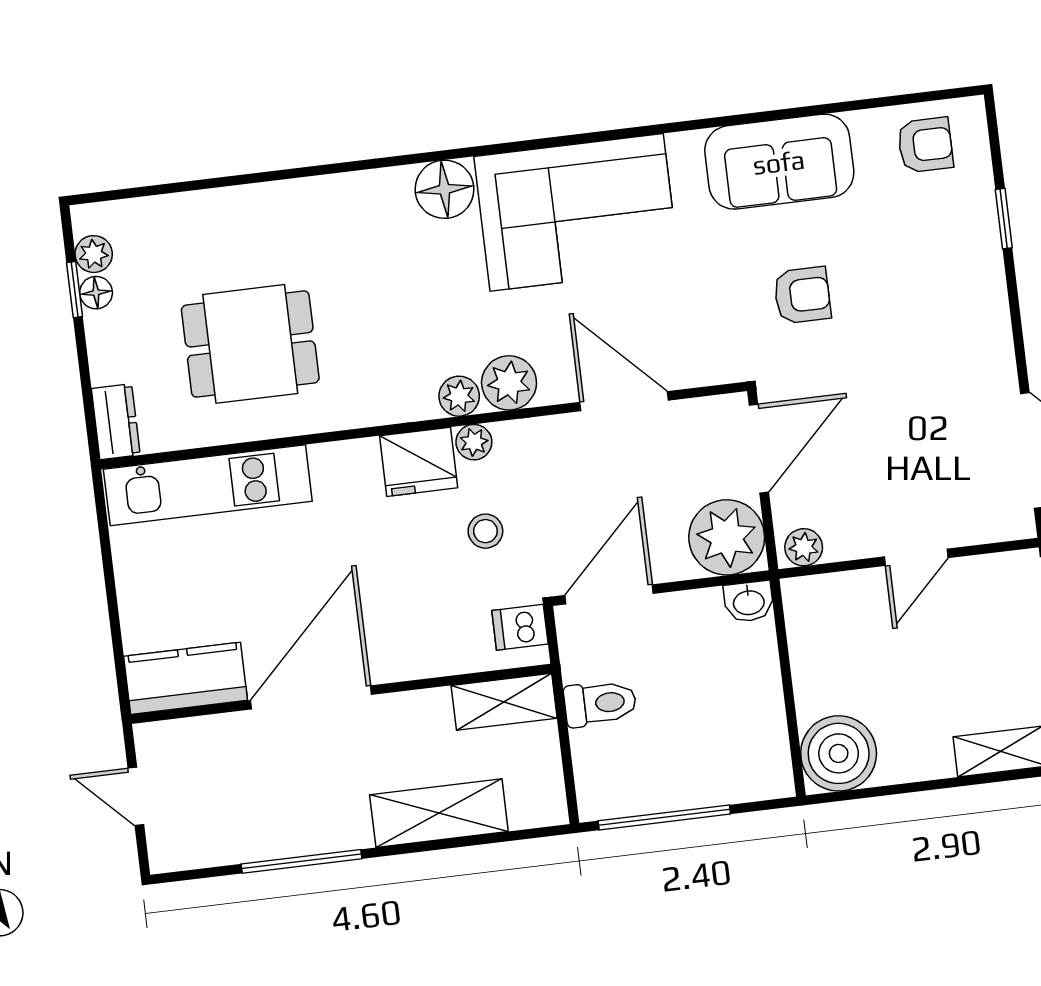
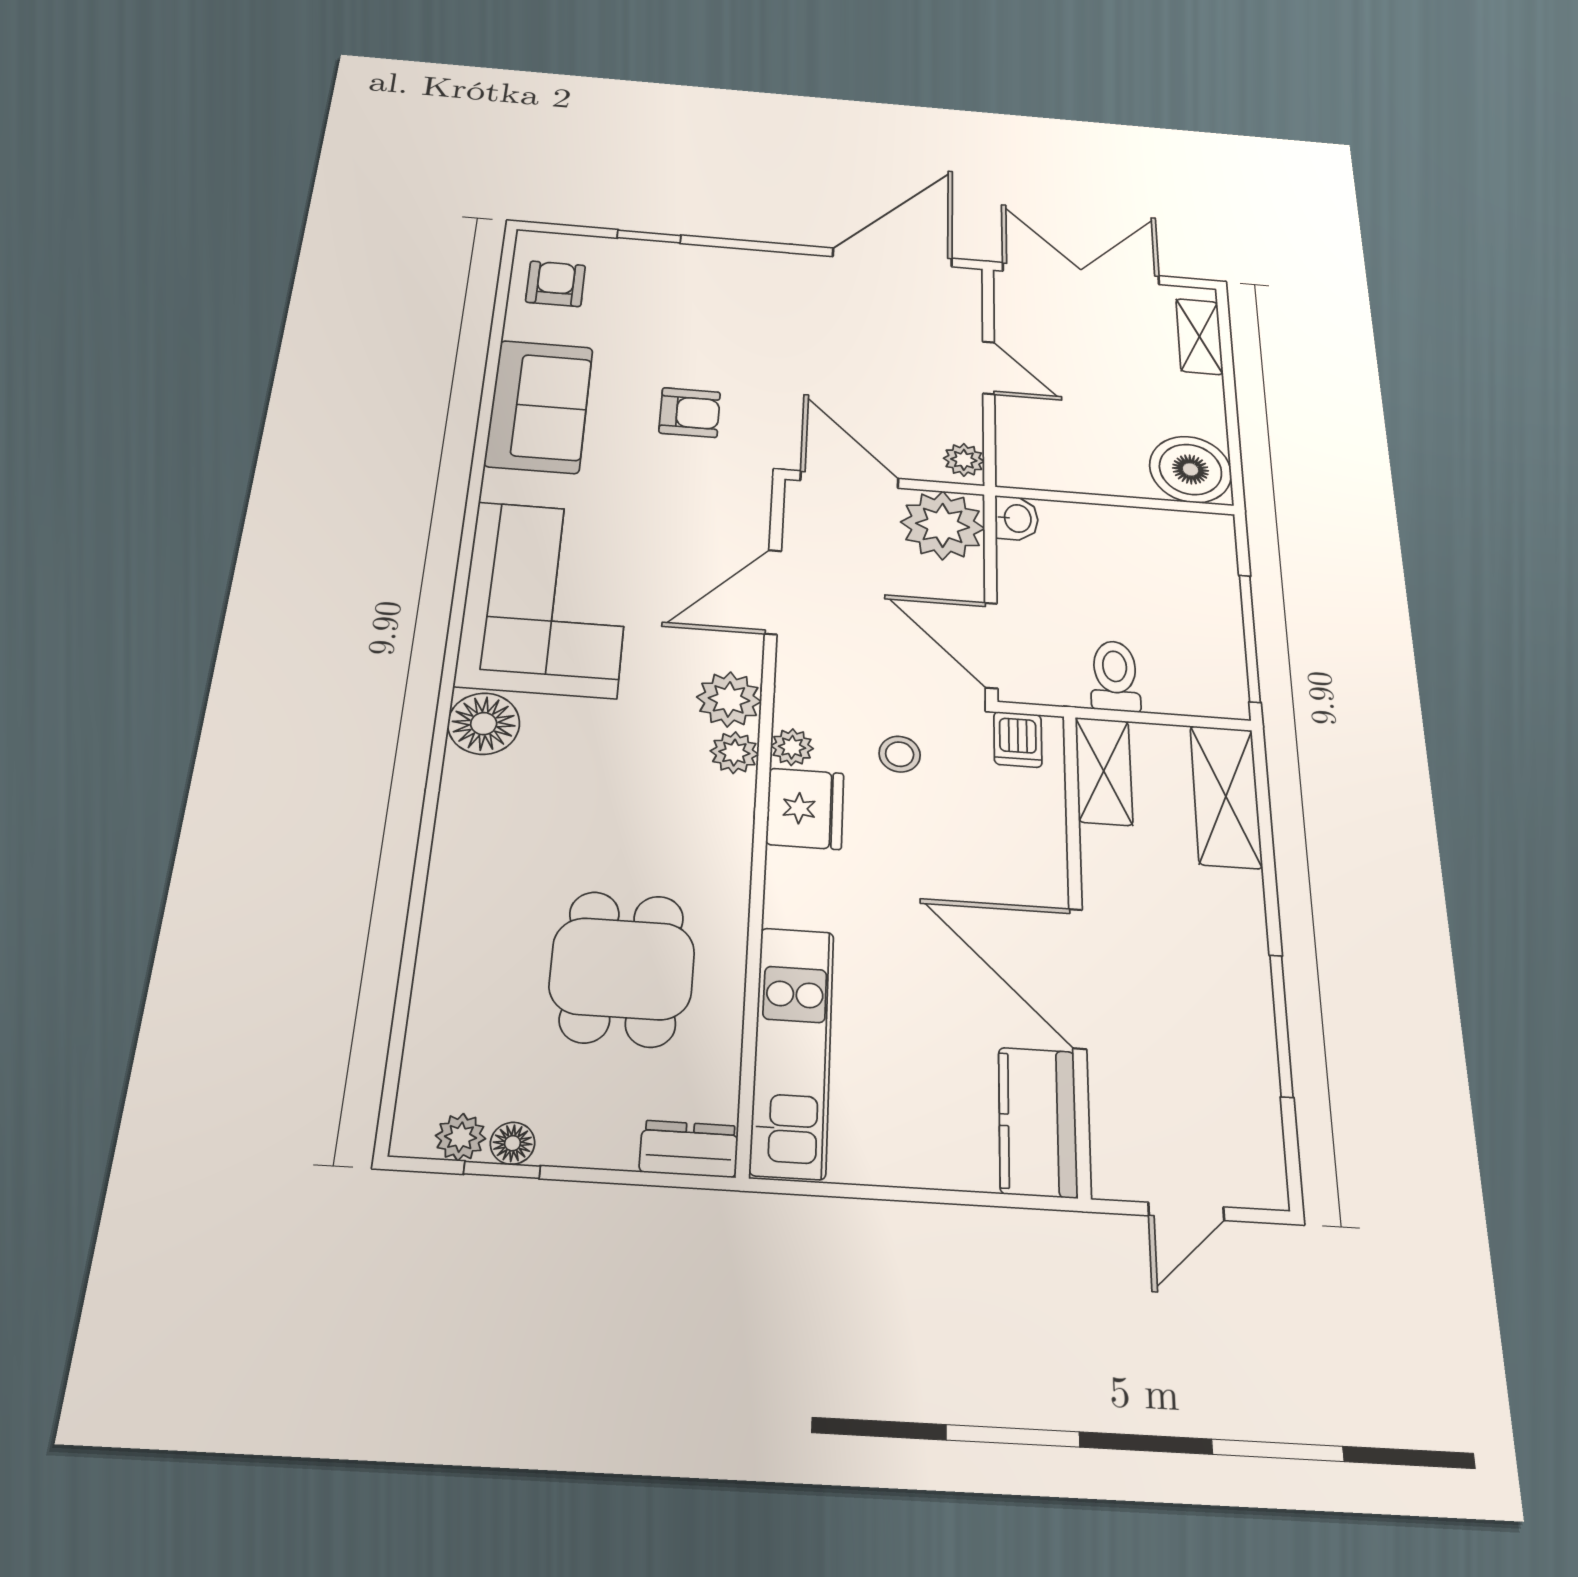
armchair: (802, 295) -> (690, 413), turned 90
shelving: (439, 813) -> (1226, 796), moved

